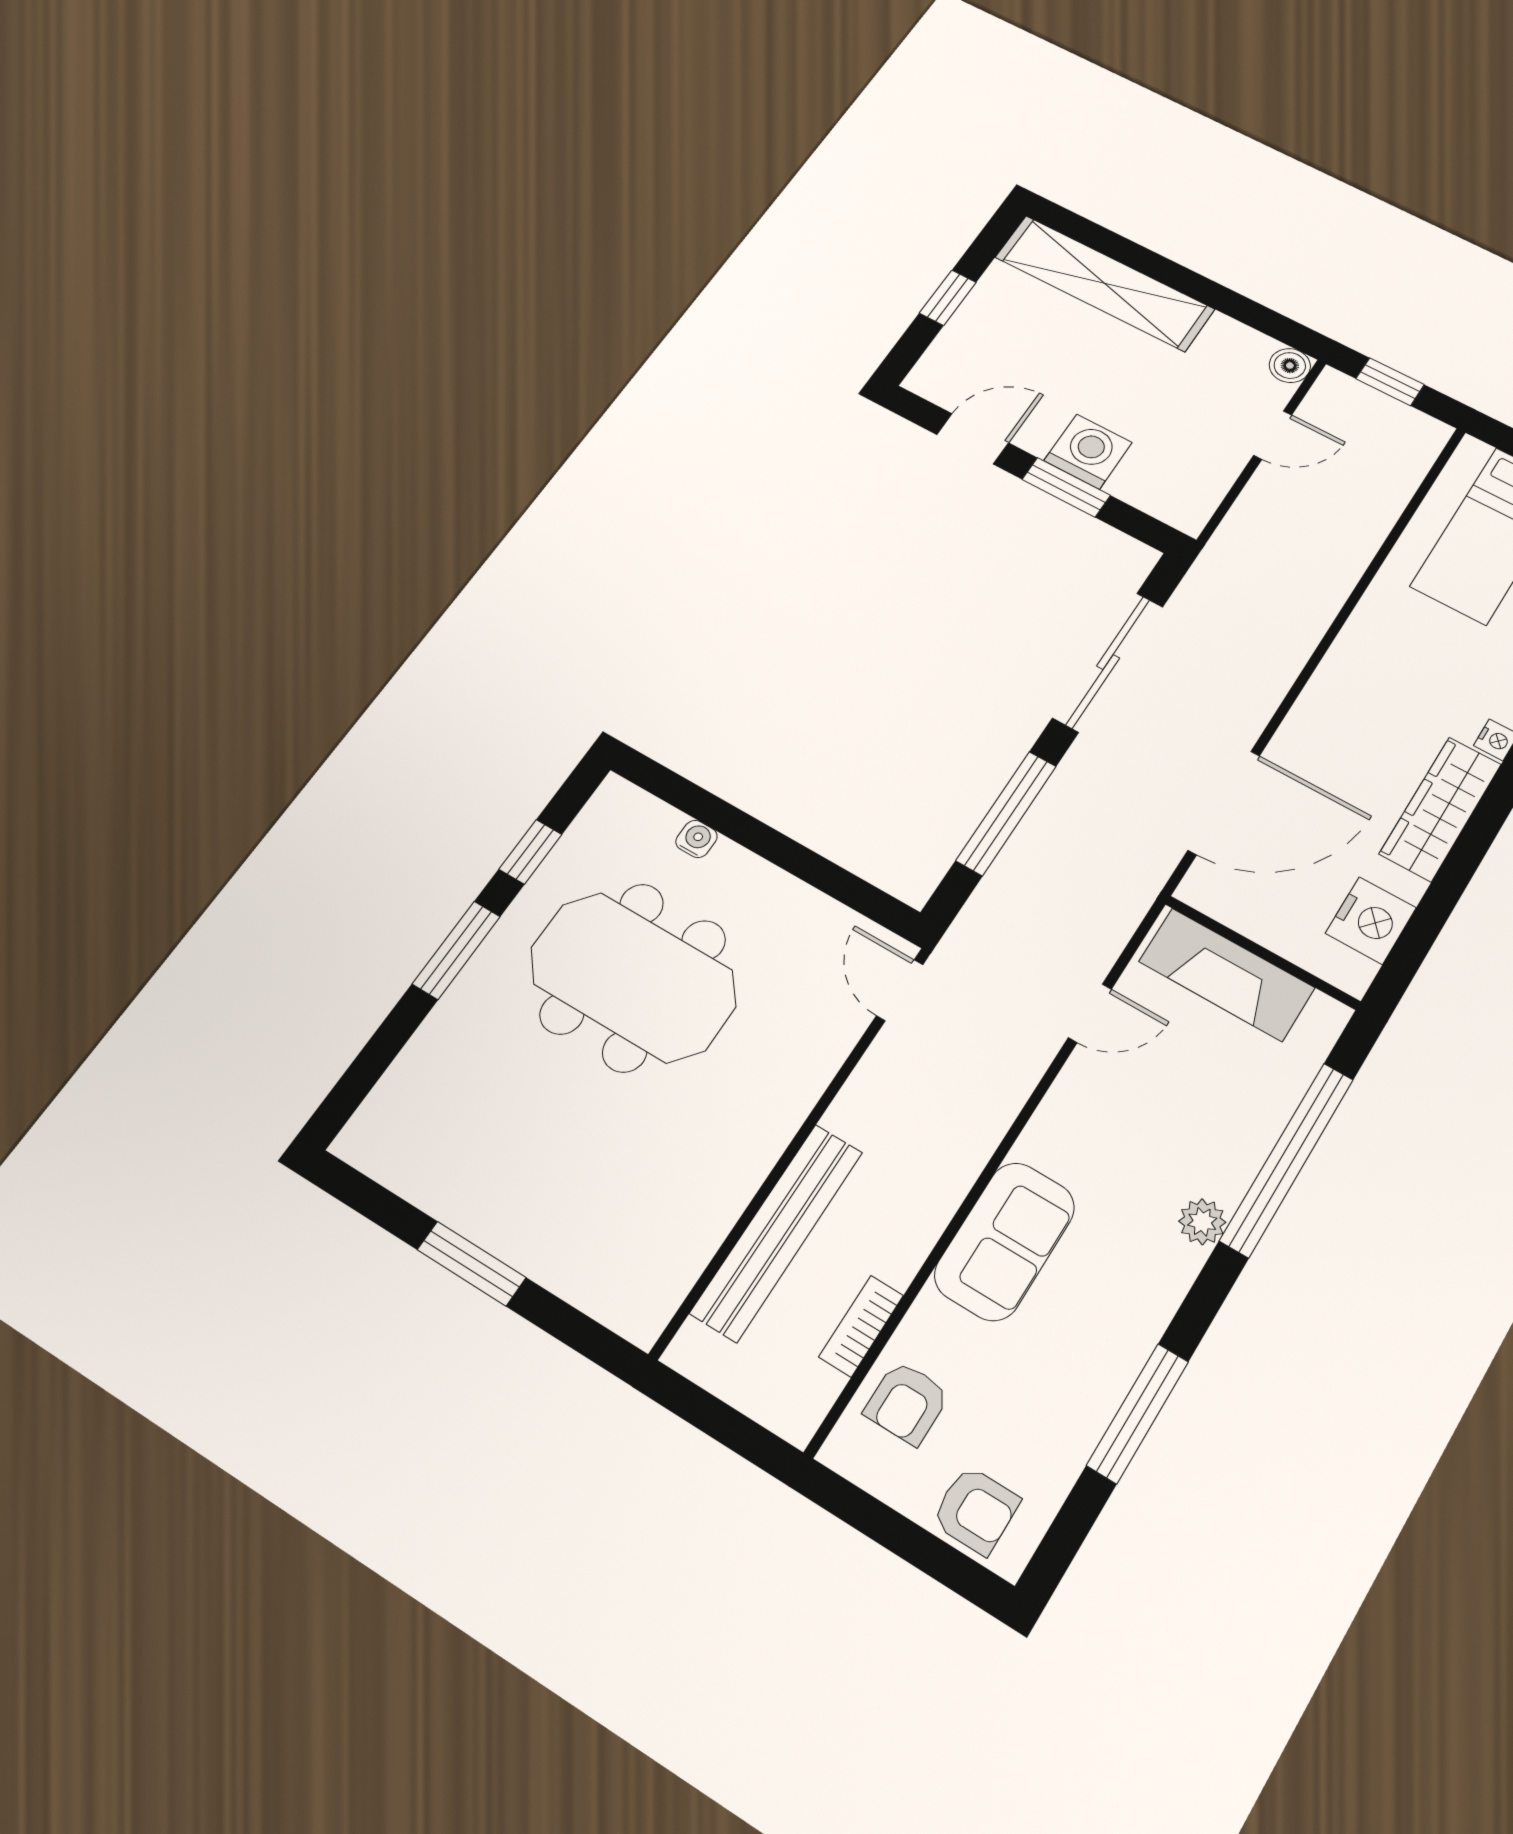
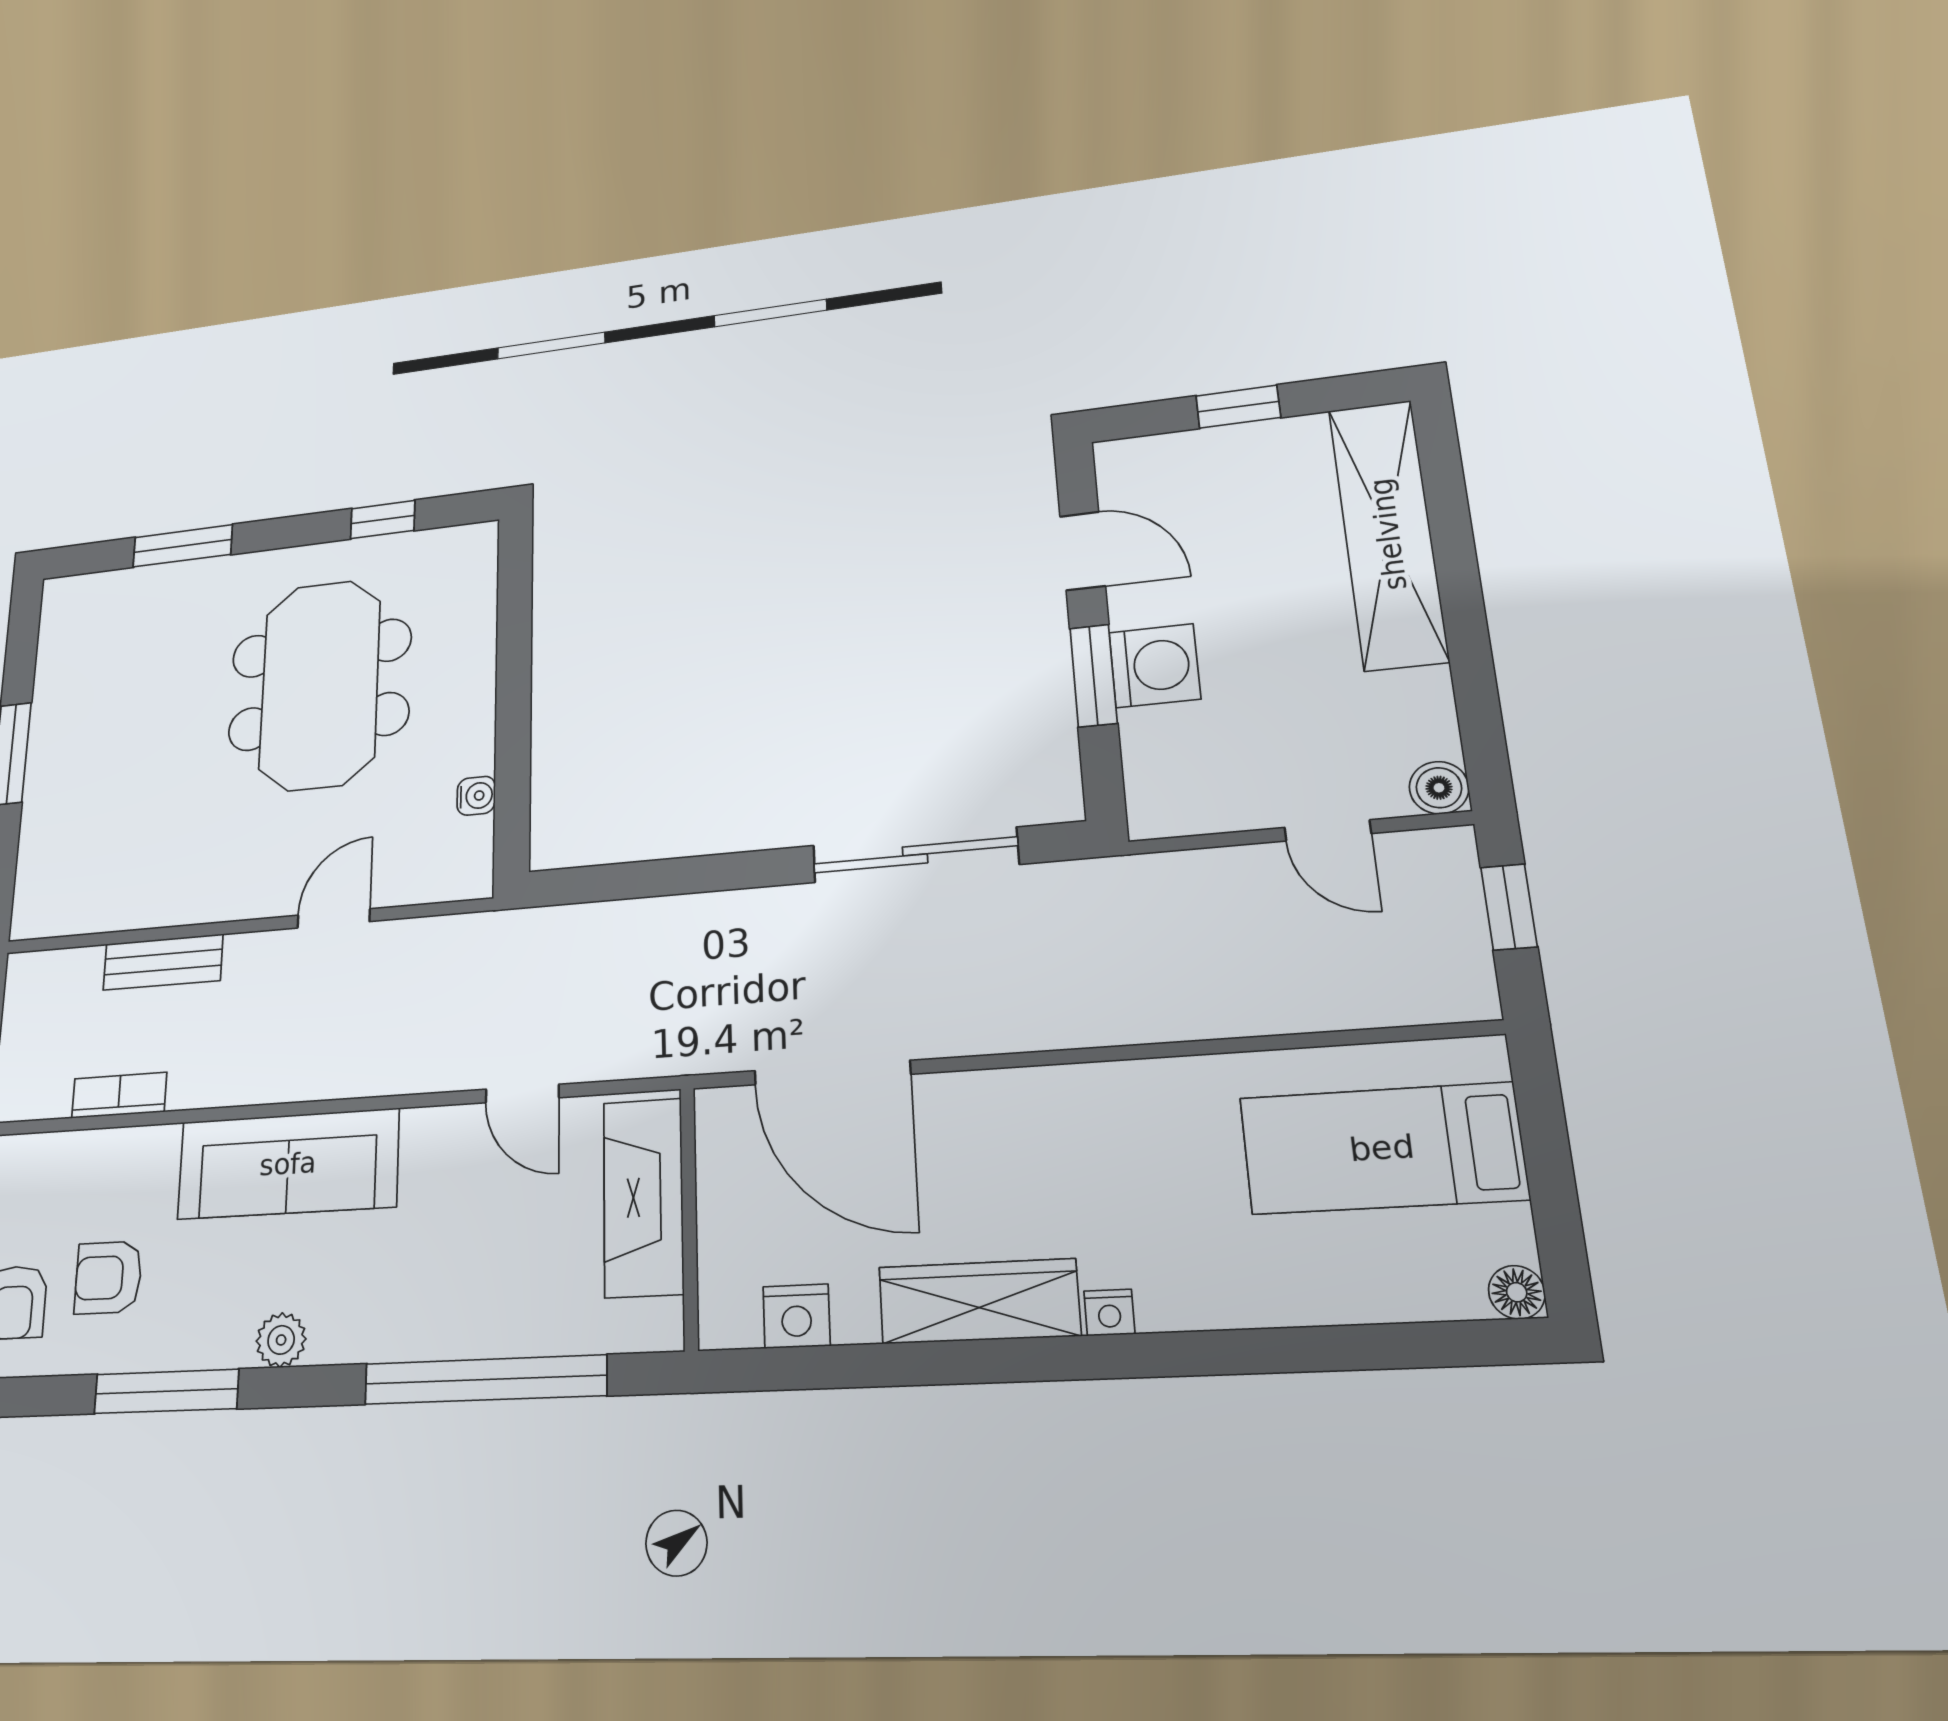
window: (1006, 813) -> (680, 876), removed
water cooler: (697, 839) -> (476, 796), moved
nightstand: (1371, 920) -> (796, 1316), width x0.74, depth x0.75
window: (456, 950) -> (183, 546), moved
door: (900, 990) -> (334, 918), moved
plant: (1202, 1222) -> (281, 1340), moved
bench: (777, 1232) -> (163, 962), width x0.54, depth x0.82
sofa: (1005, 1241) -> (288, 1164), width x1.36
armchair: (907, 1403) -> (108, 1277), moved

